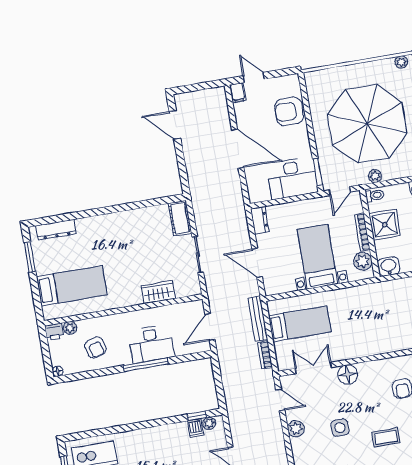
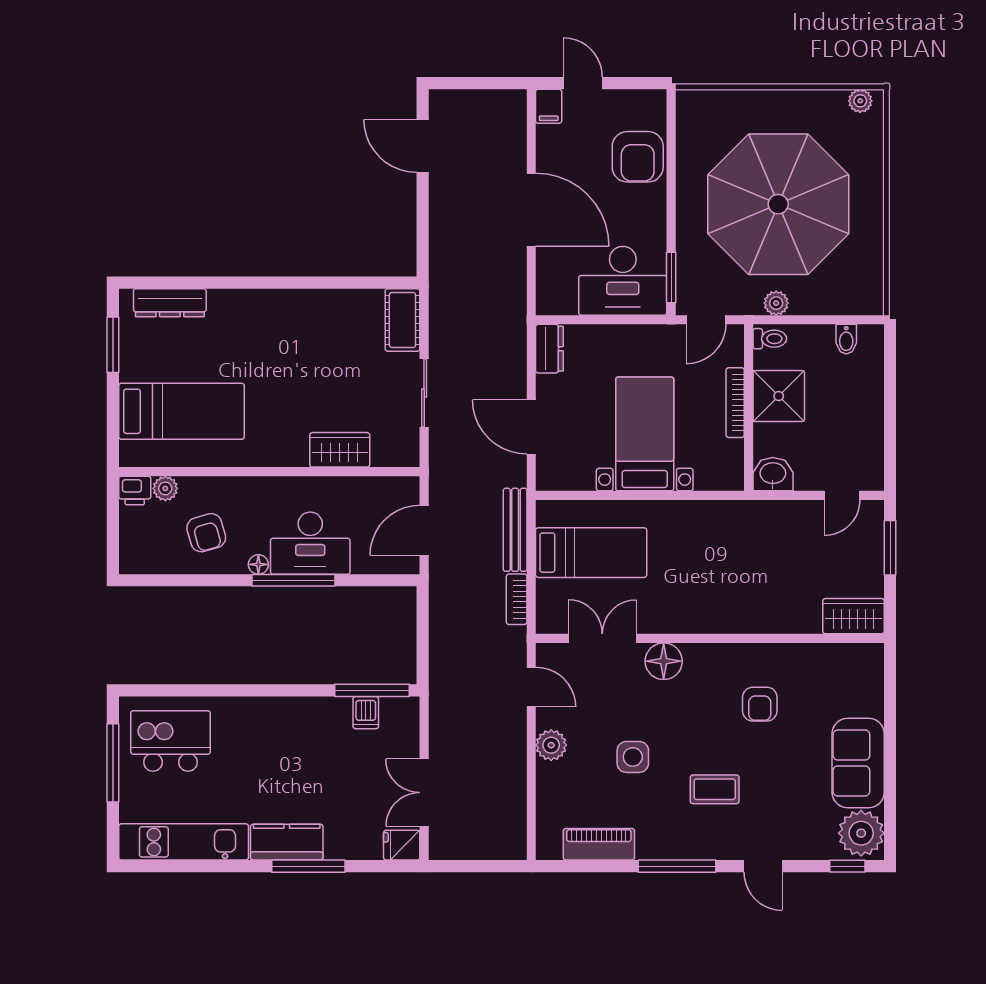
armchair: (289, 111) -> (638, 157), turned -90
plant: (363, 261) -> (727, 457), removed
floor lamp: (58, 371) -> (258, 564), moved
window: (197, 416) -> (372, 690), width x2.17
plant: (209, 423) -> (393, 708), removed

